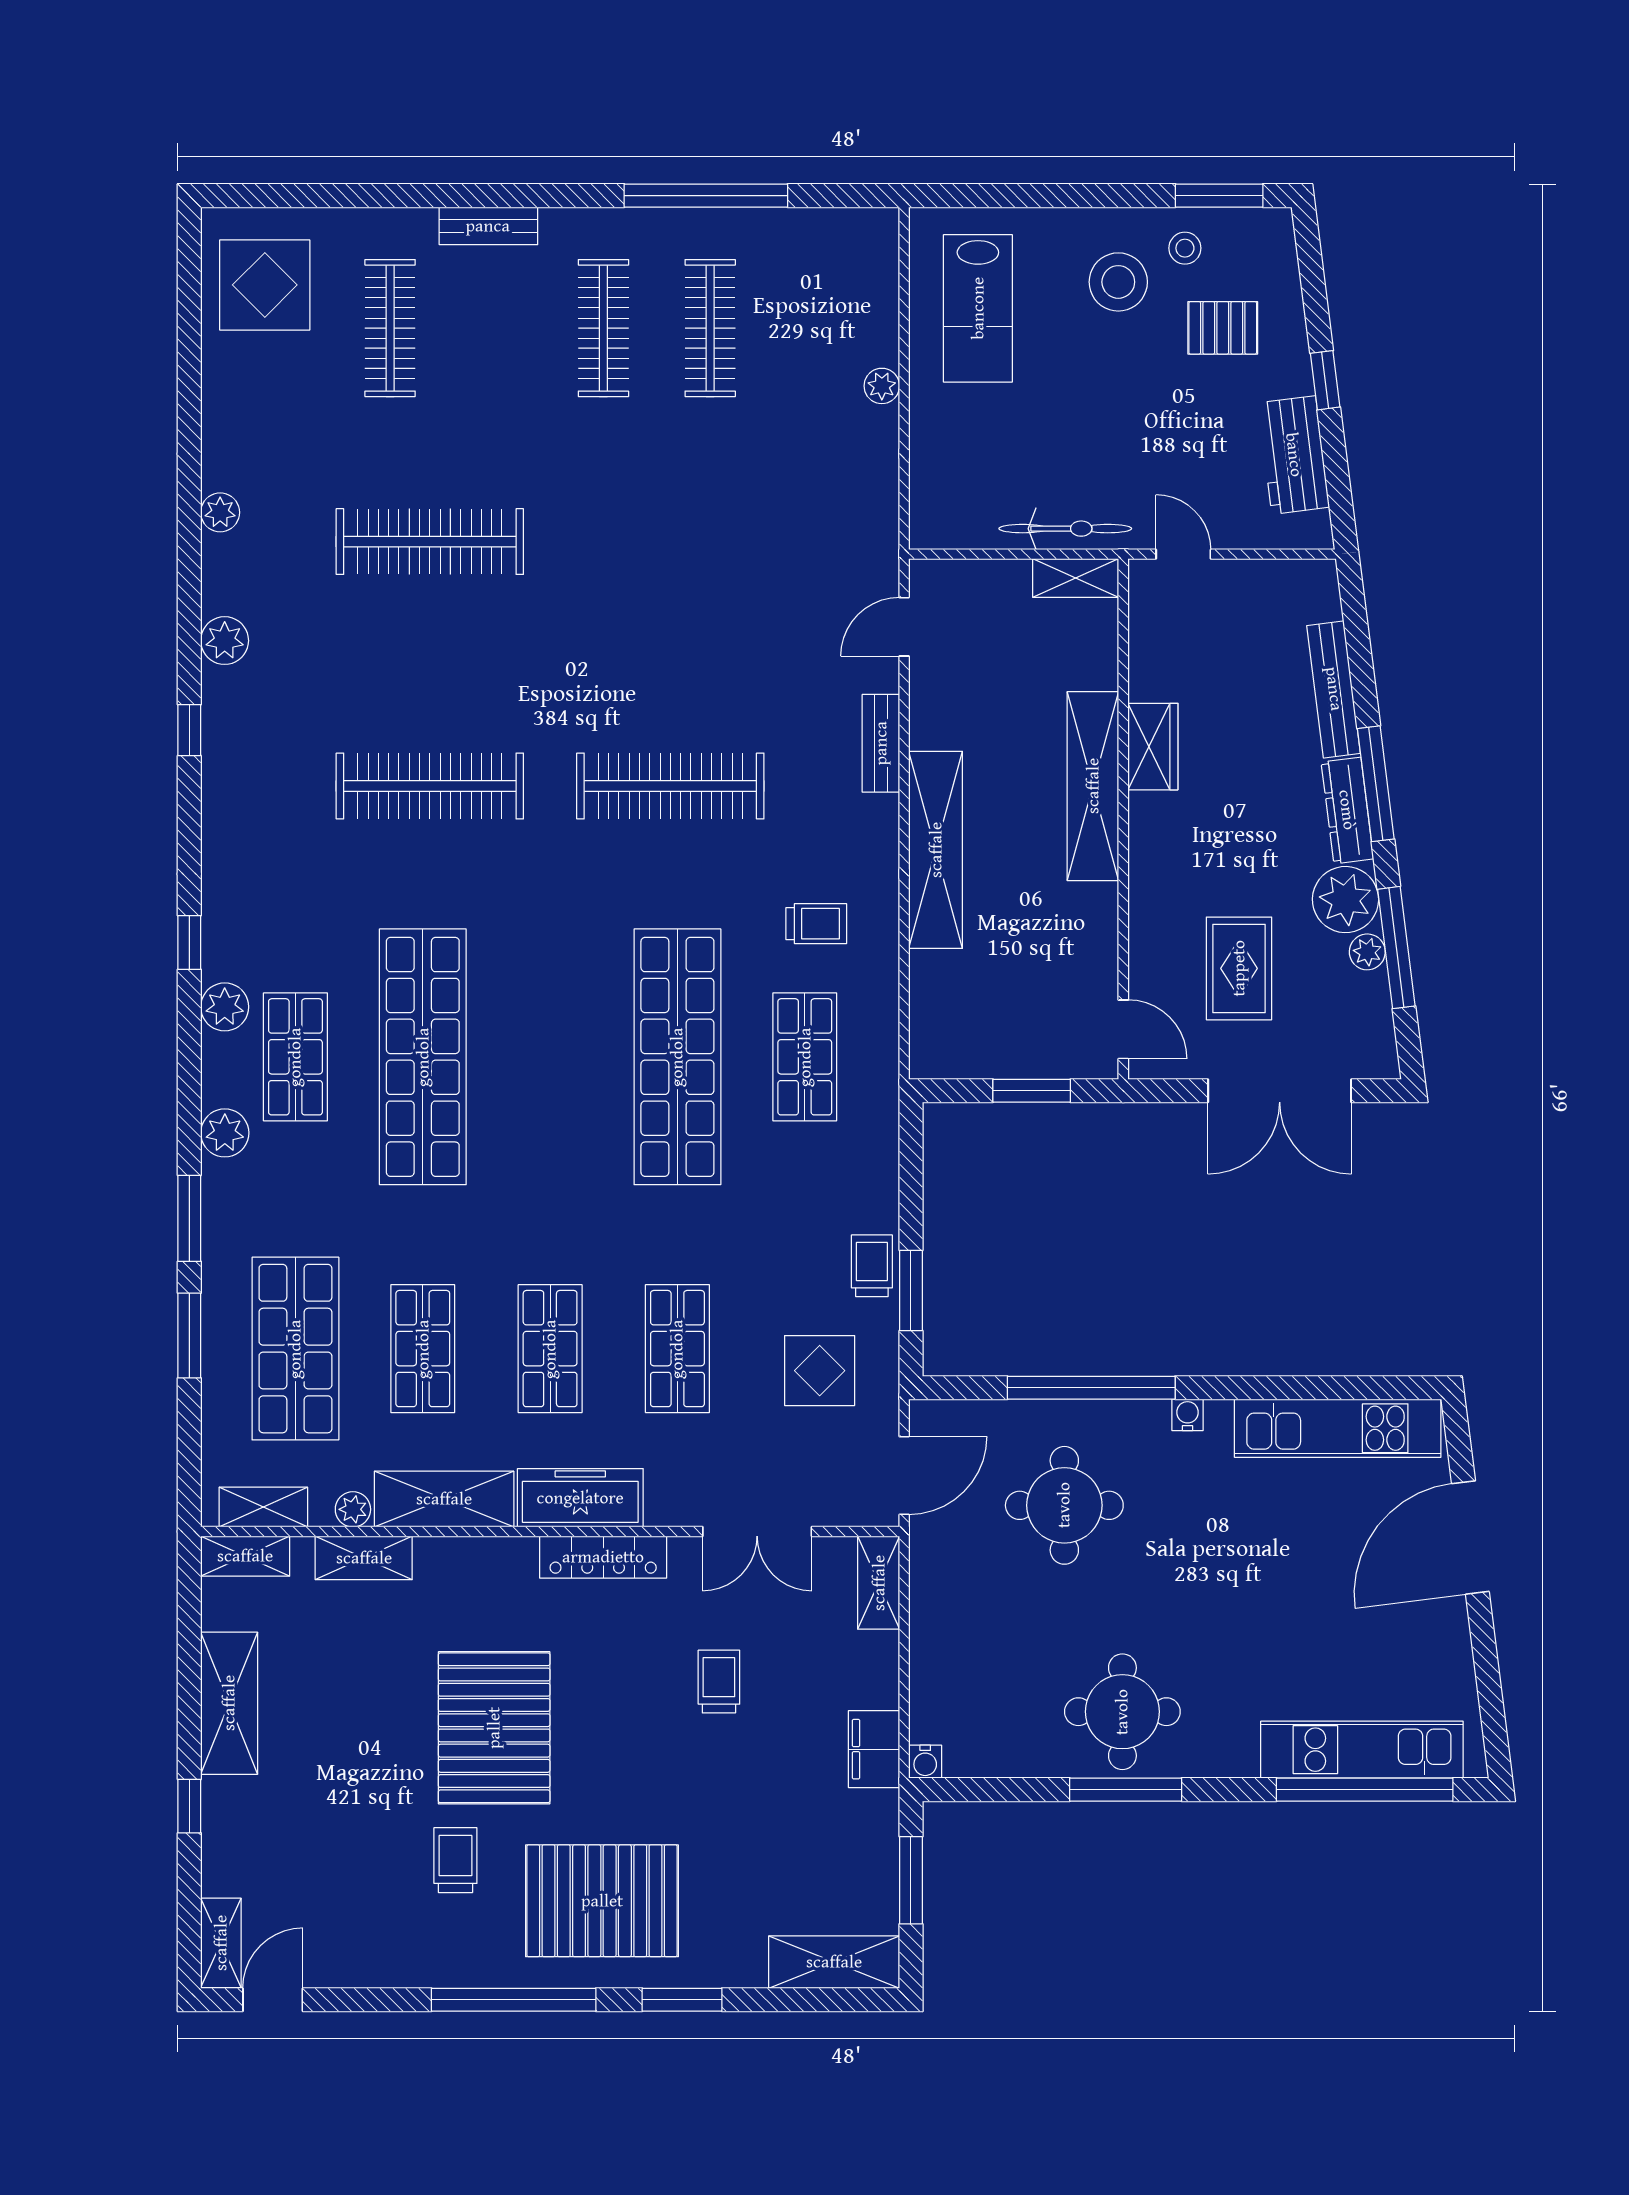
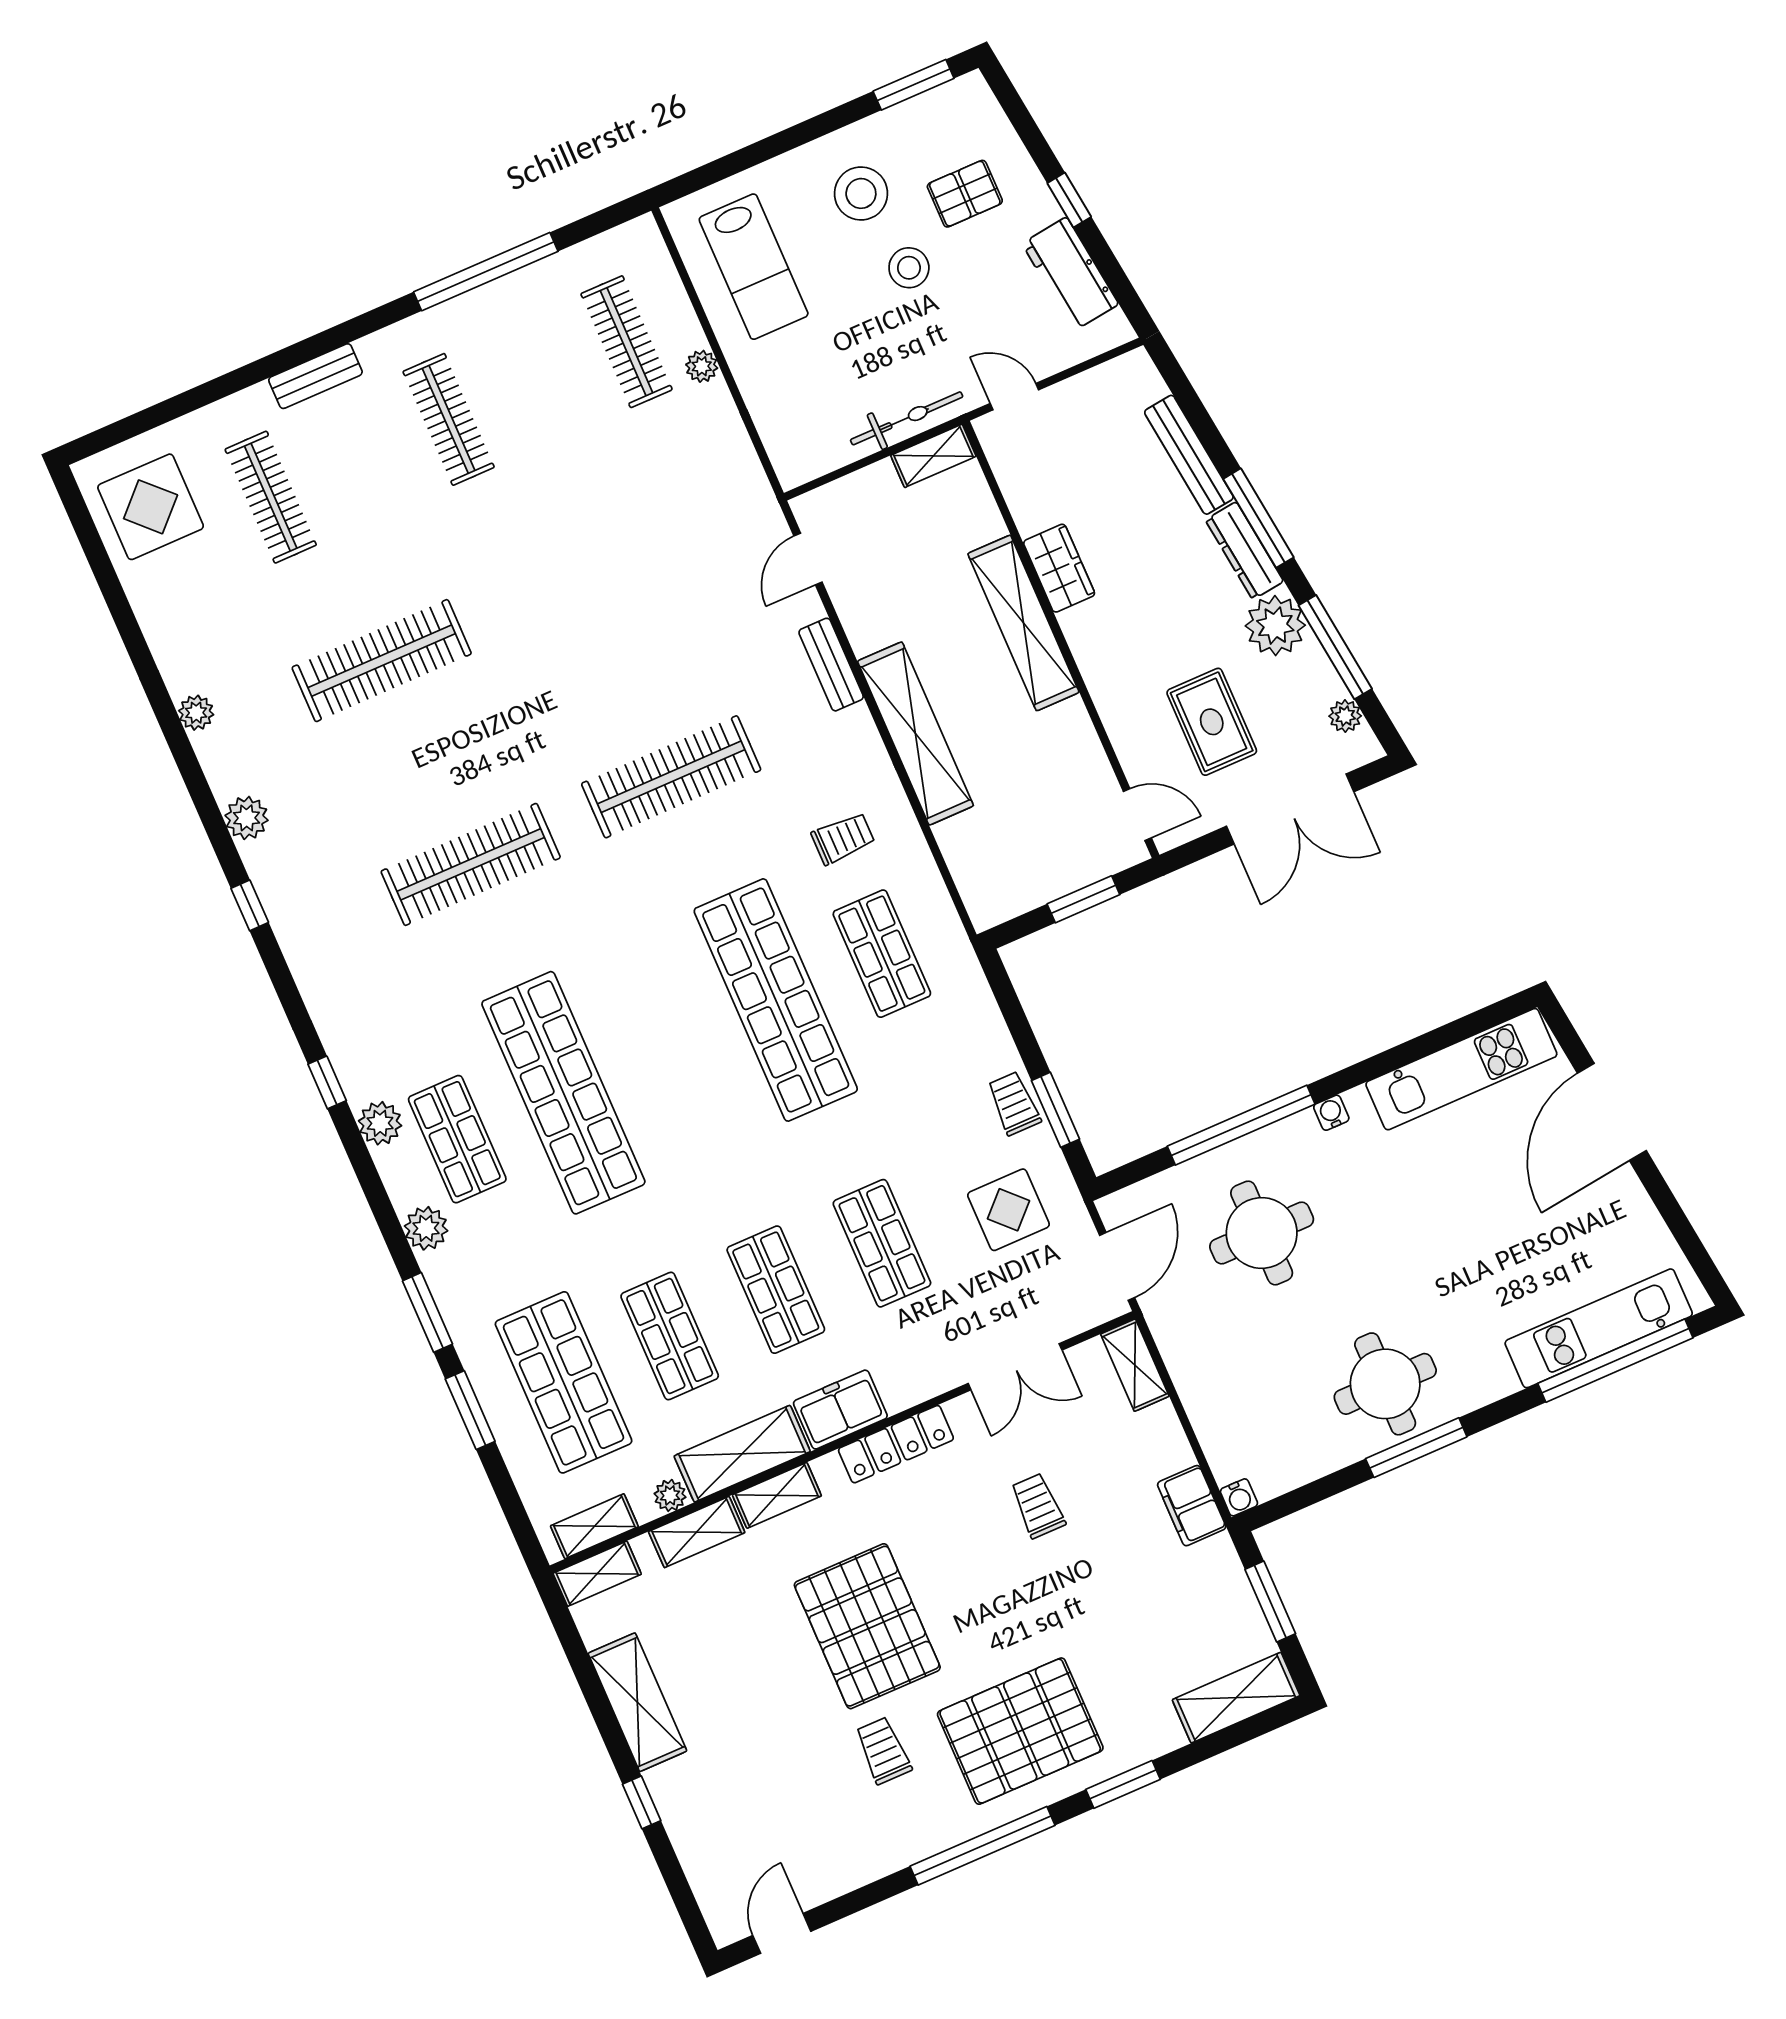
stool: (1185, 248) -> (909, 268), moved, width x1.37, depth x1.37
clothes rail: (710, 328) -> (627, 342), moved
plant: (1367, 952) -> (1345, 716), moved
freezer: (580, 1498) -> (840, 1410), width x0.71
shelving: (221, 1943) -> (777, 1495), moved, turned 90

